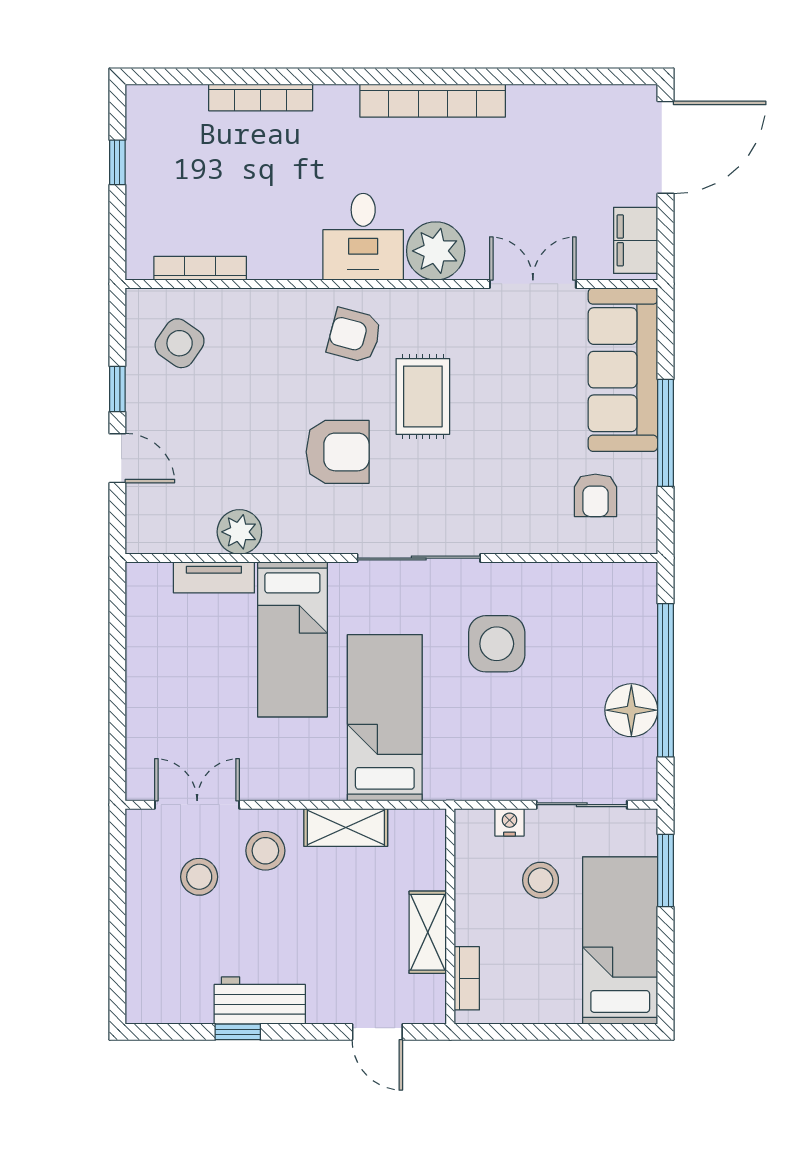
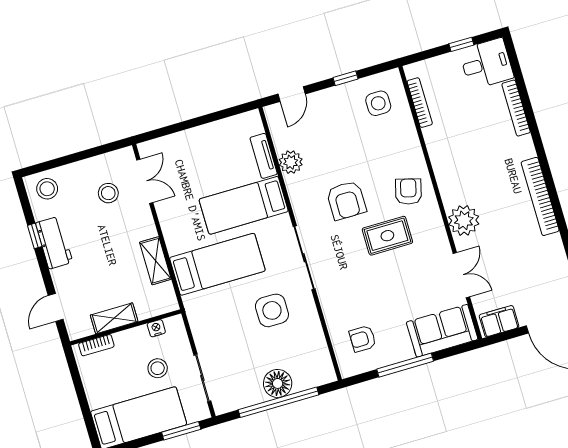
desk: (363, 237) -> (486, 64), moved, turned 180
side table: (180, 343) -> (378, 103), turned -35
sofa: (623, 370) -> (442, 331), width x0.73
door: (117, 458) -> (292, 94), moved
floor lamp: (631, 710) -> (278, 383), moved
nightstand: (510, 822) -> (156, 328), moved, turned -90
stool: (265, 851) -> (47, 189), moved

